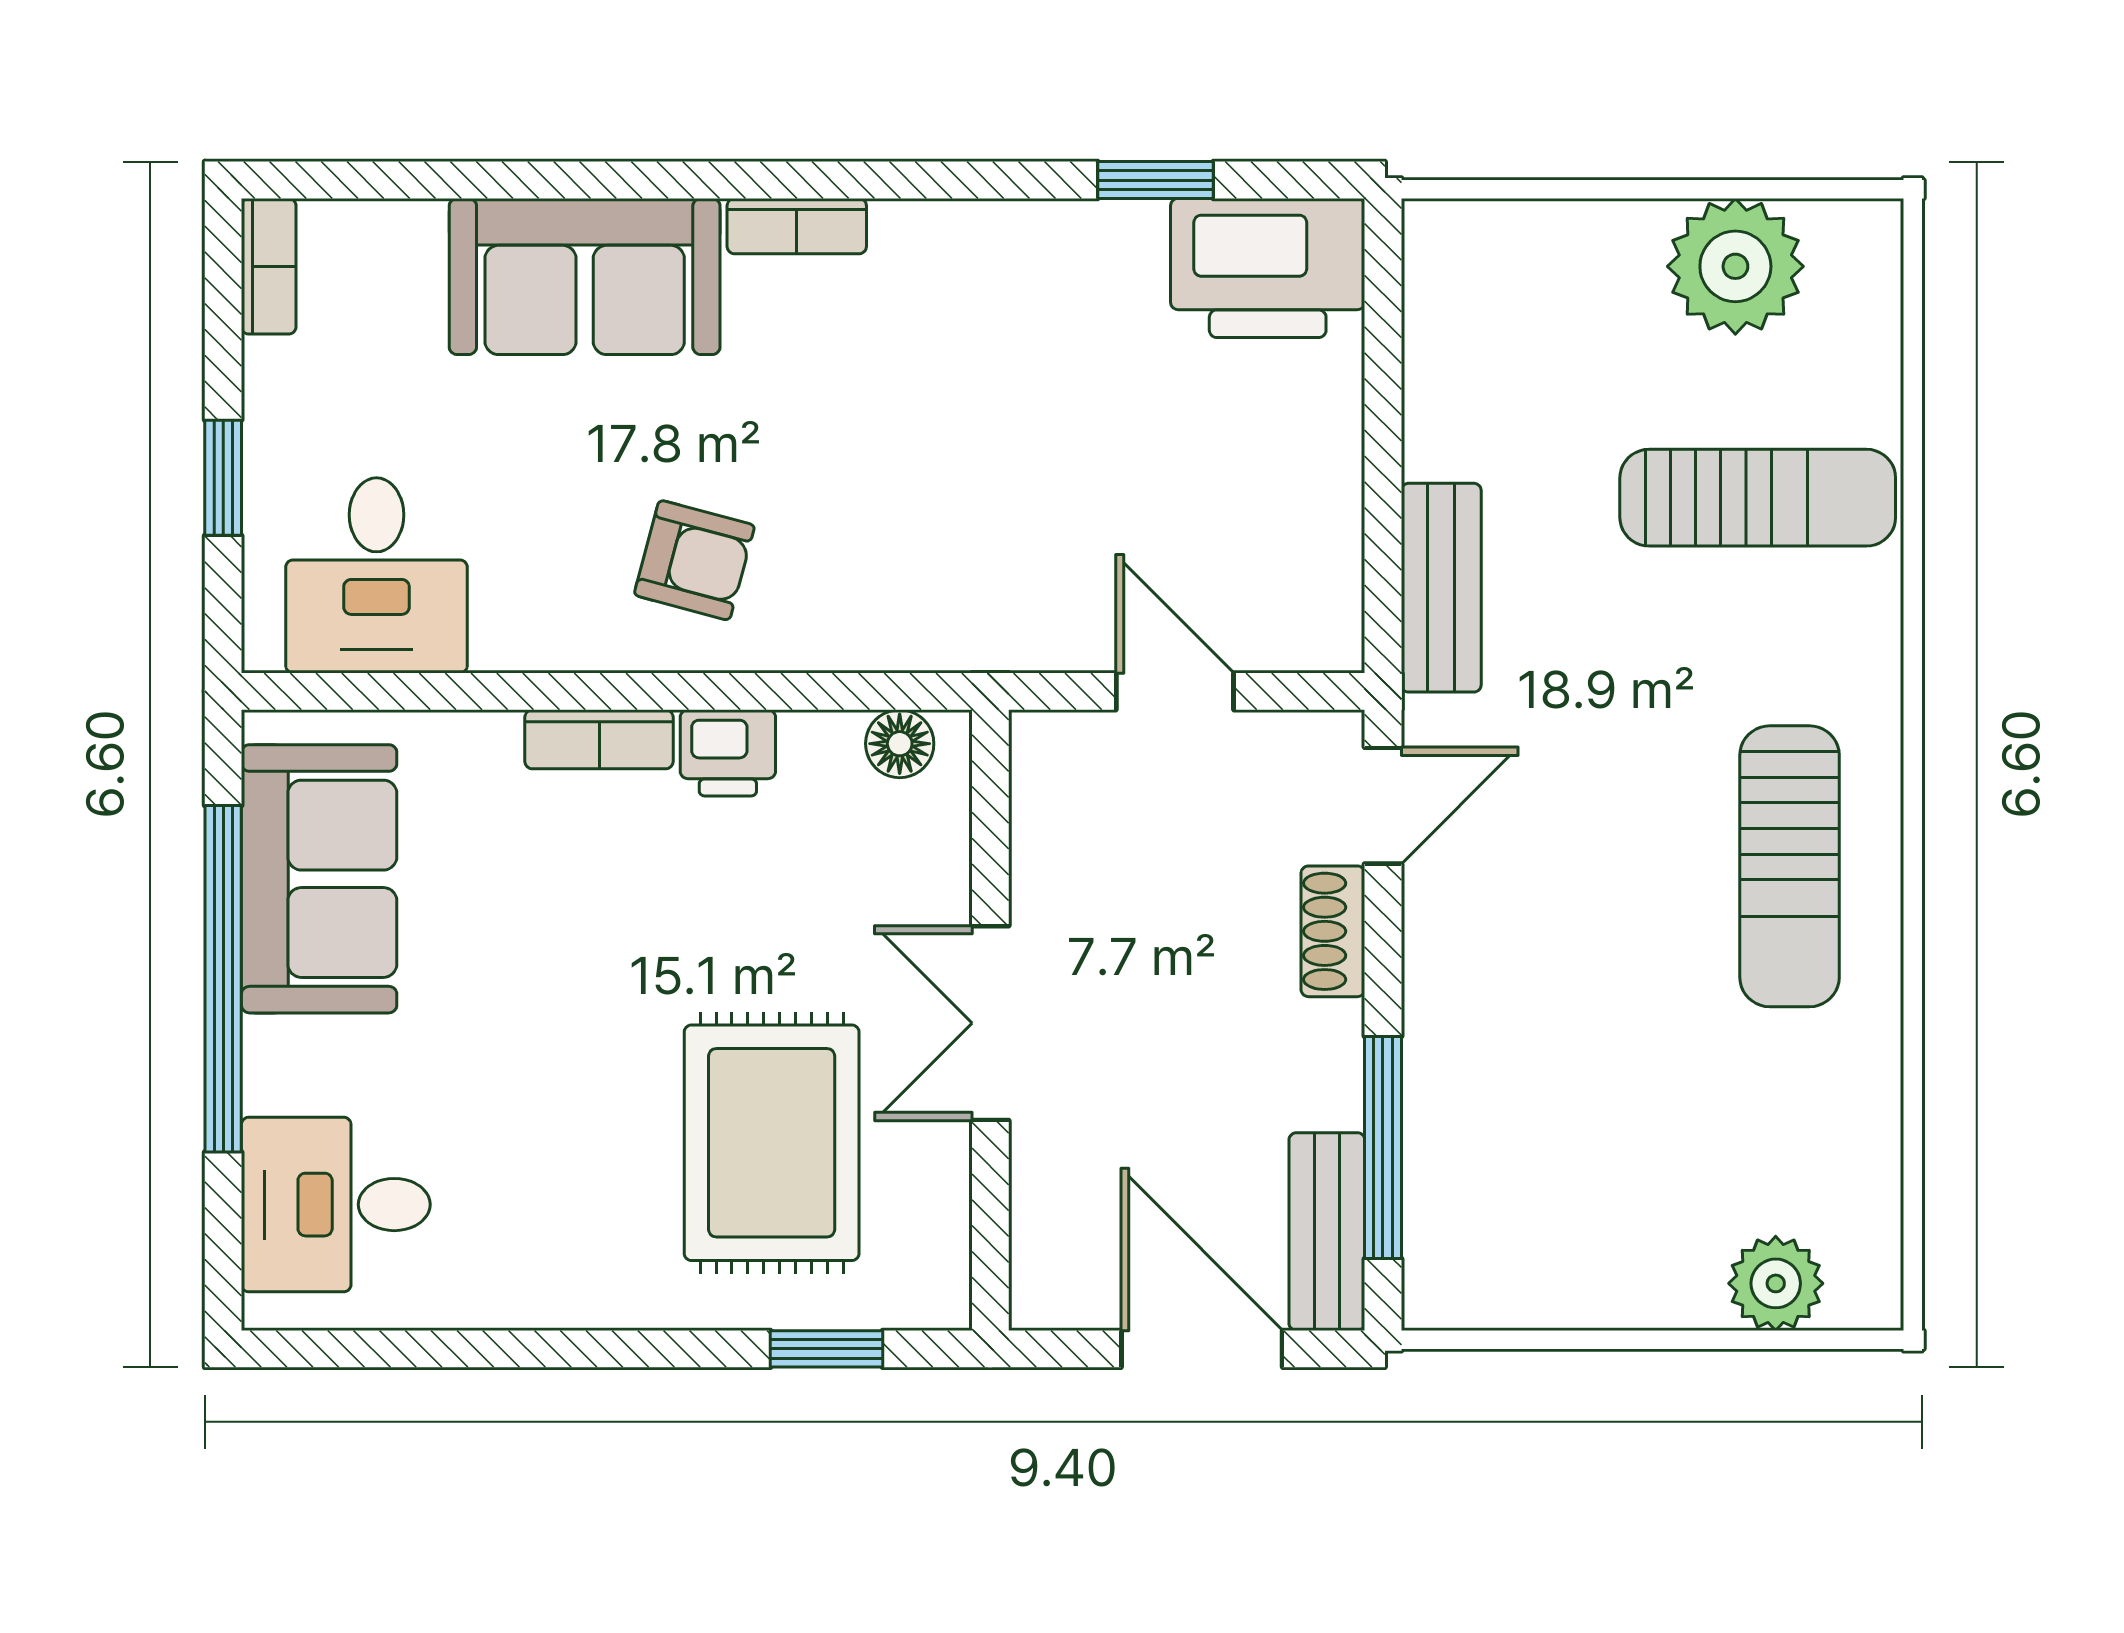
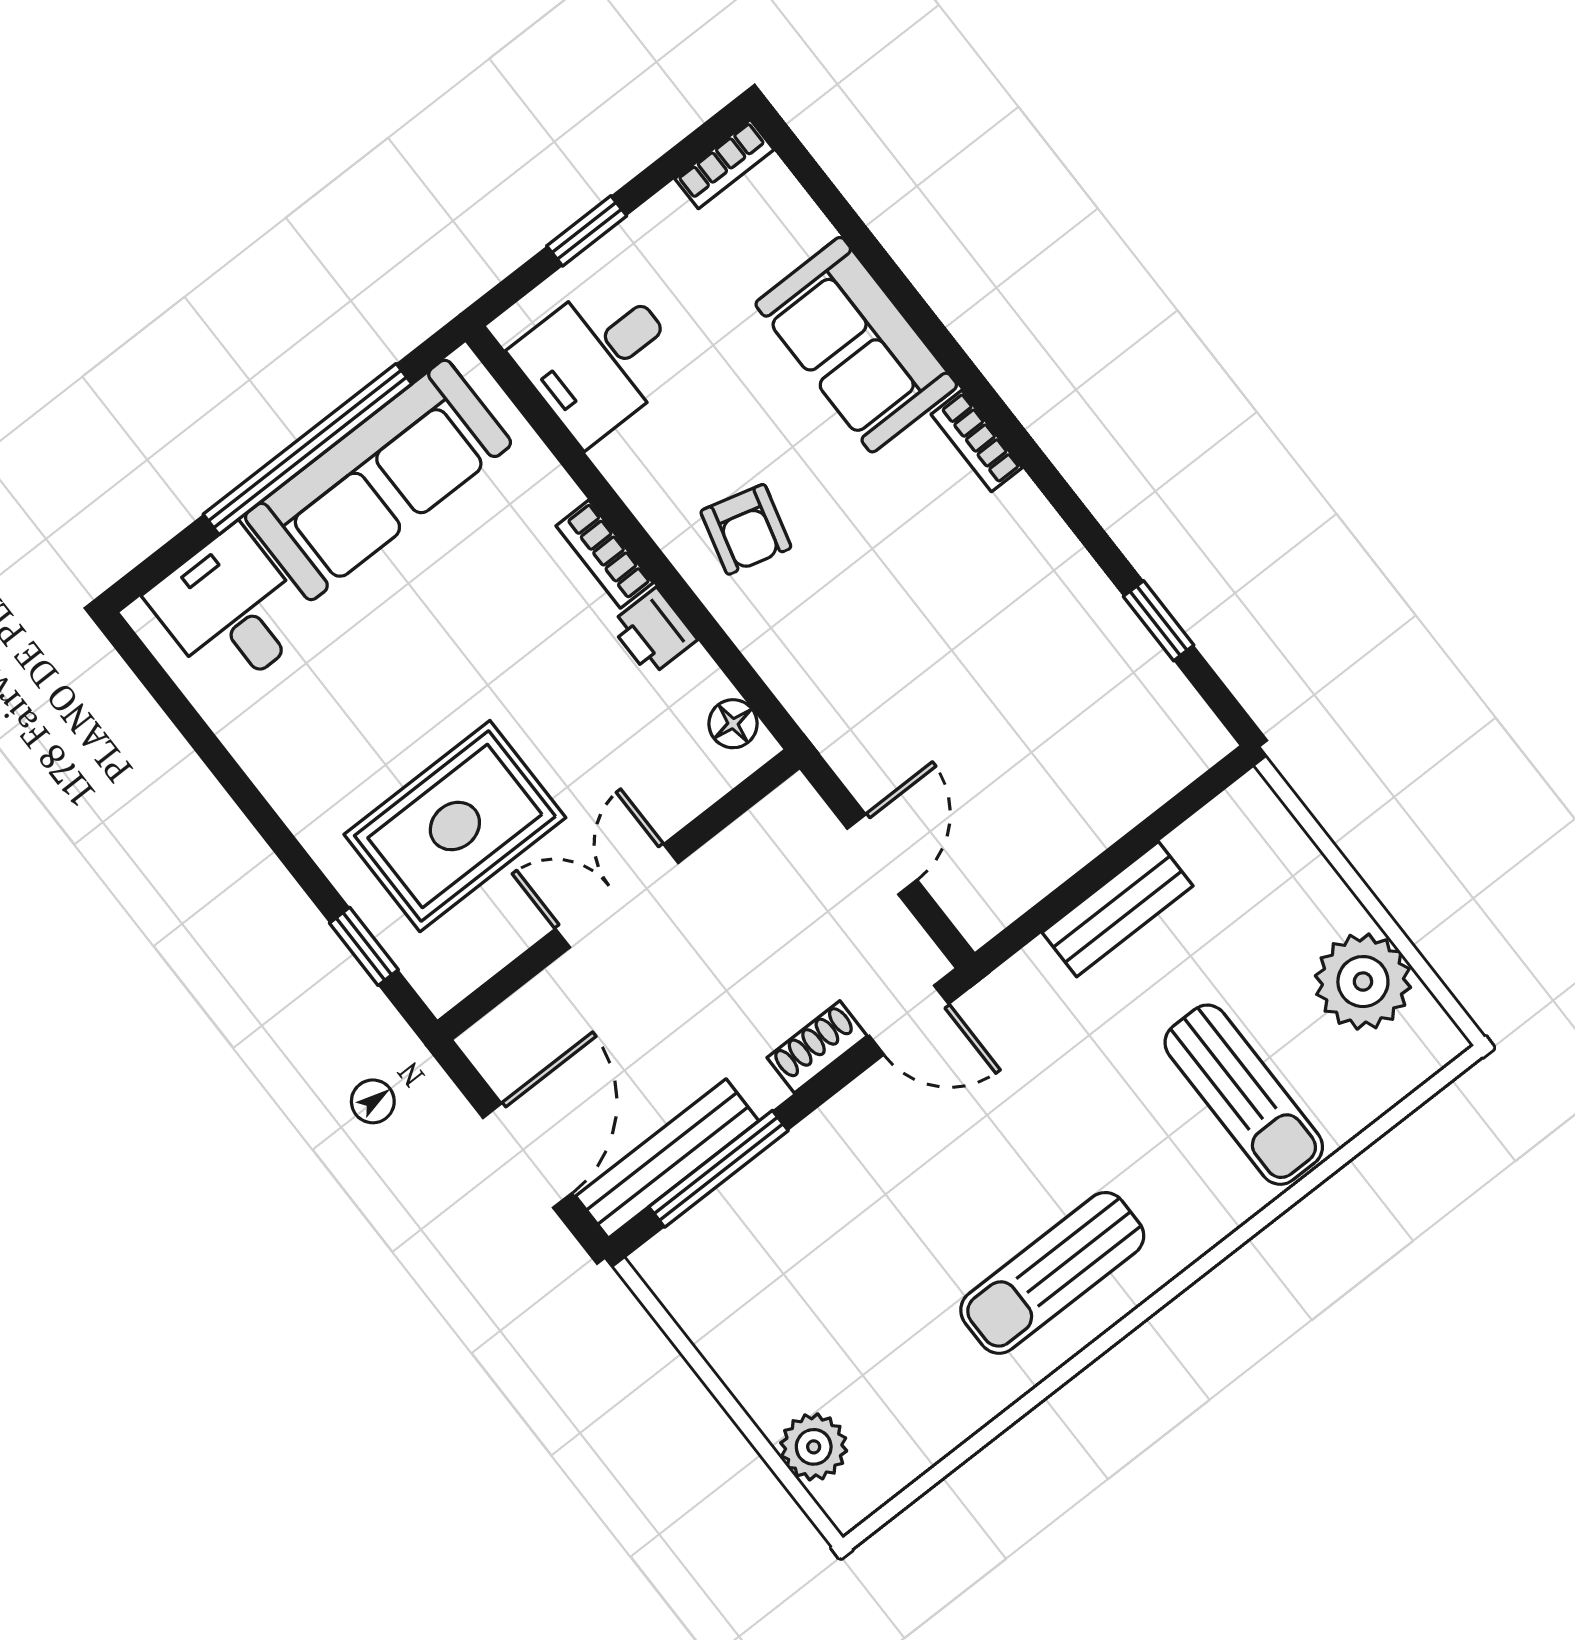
printer: (1268, 268) -> (1158, 722), removed
bench: (1441, 588) -> (1118, 909), moved
sofa: (319, 879) -> (378, 480), width x1.36
bench: (1327, 1232) -> (667, 1159), width x1.36

